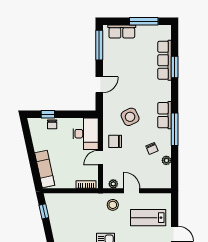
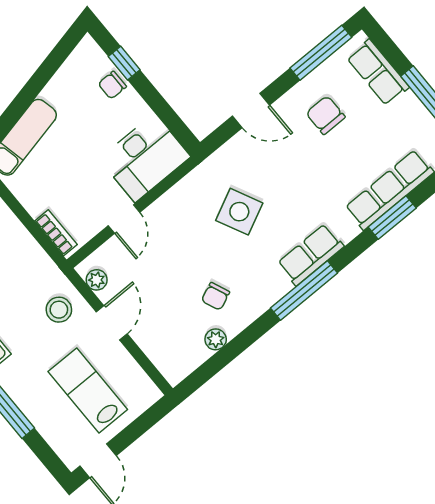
row of seats: (164, 115) -> (311, 255), moved
window: (175, 129) -> (304, 290), moved
chair: (115, 141) -> (326, 115), moved
door: (100, 158) -> (124, 219), swing flipped

